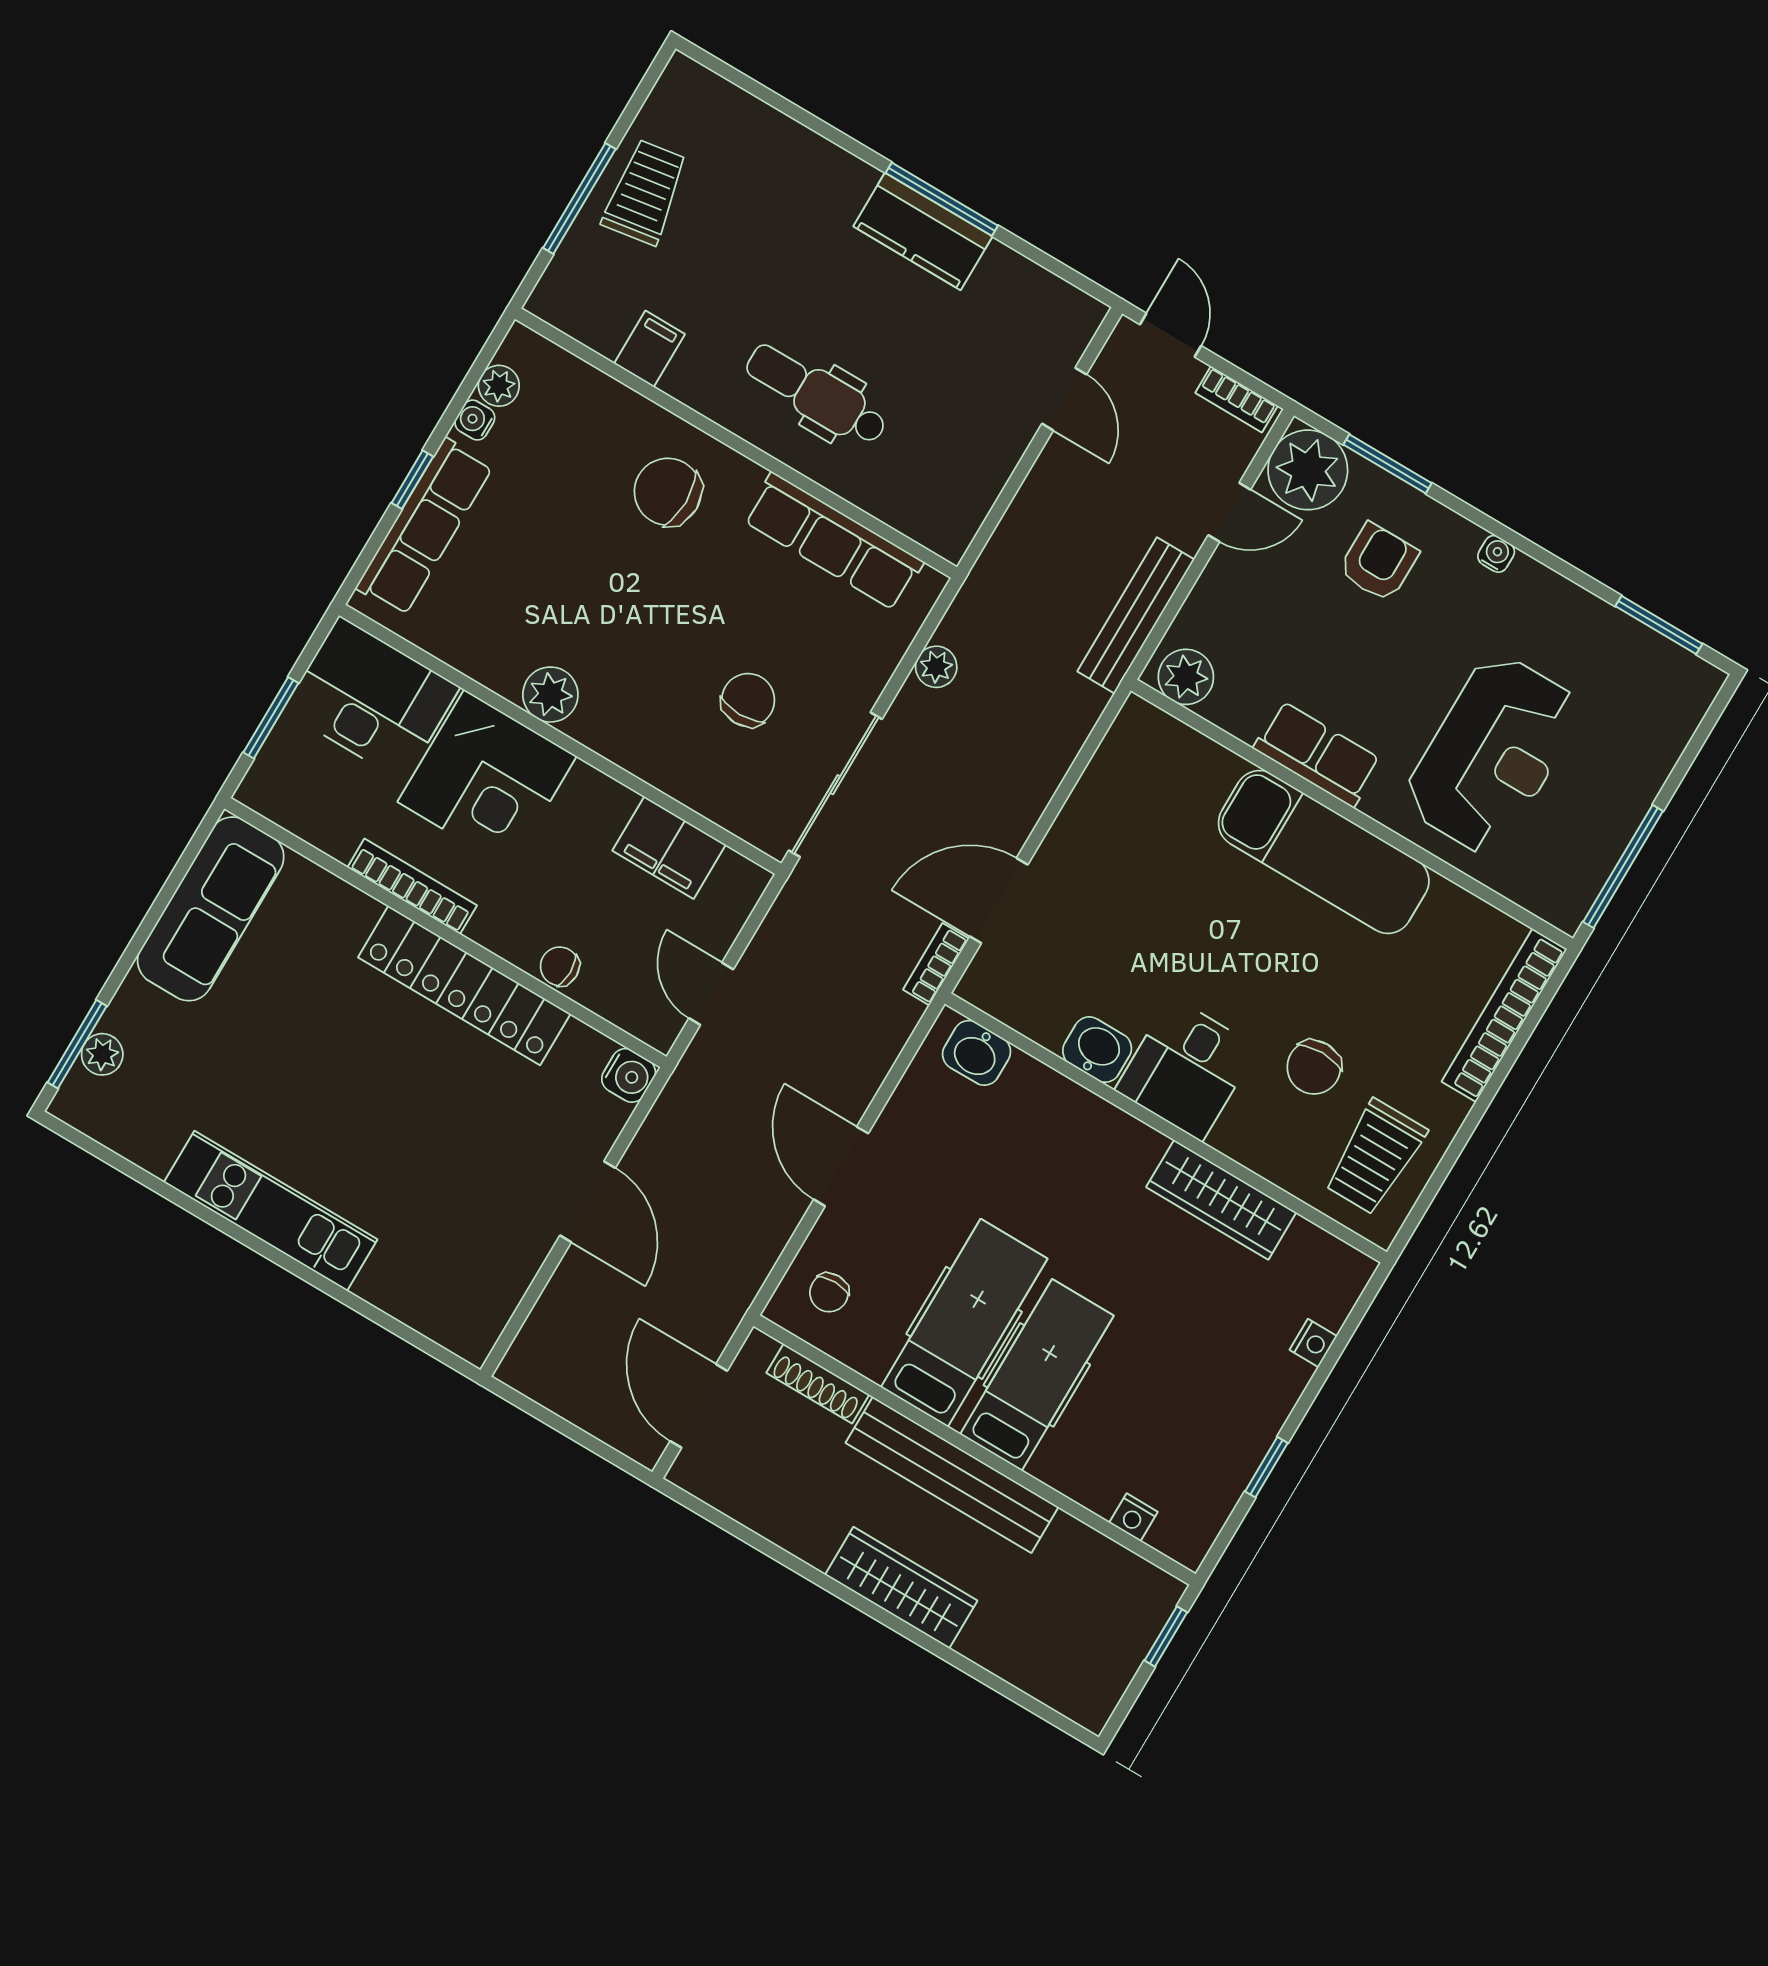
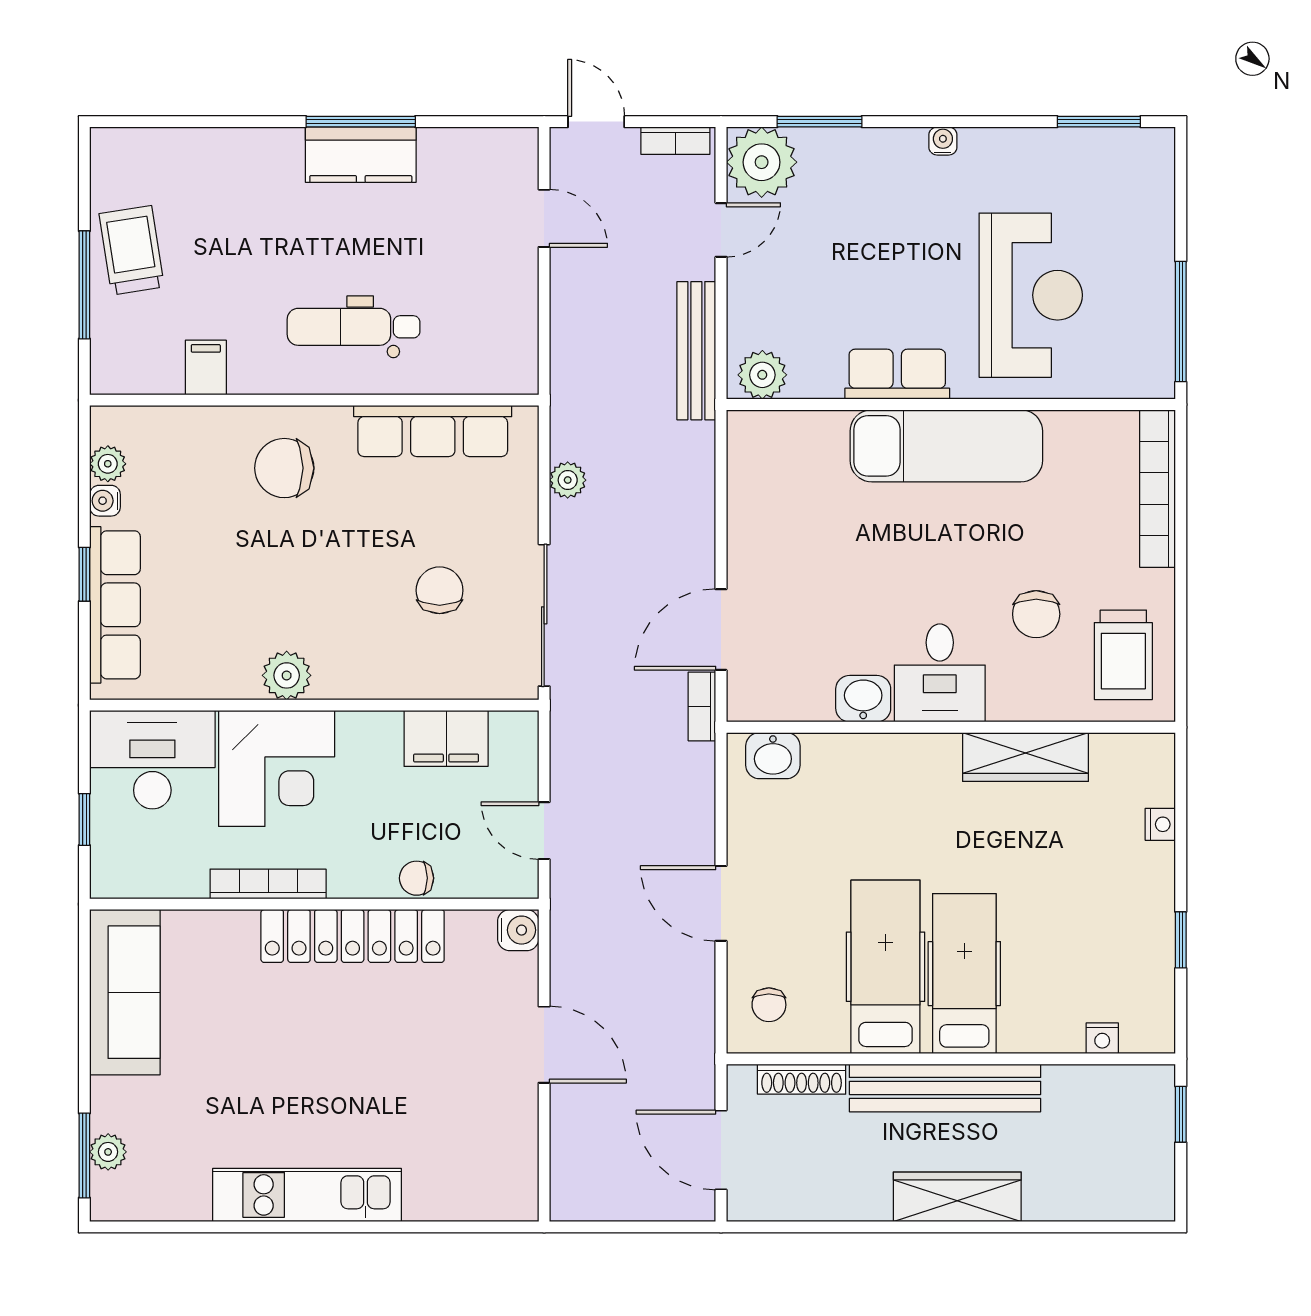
armchair: (1378, 562) -> (857, 201), removed
window: (271, 718) -> (84, 819), width x0.67

